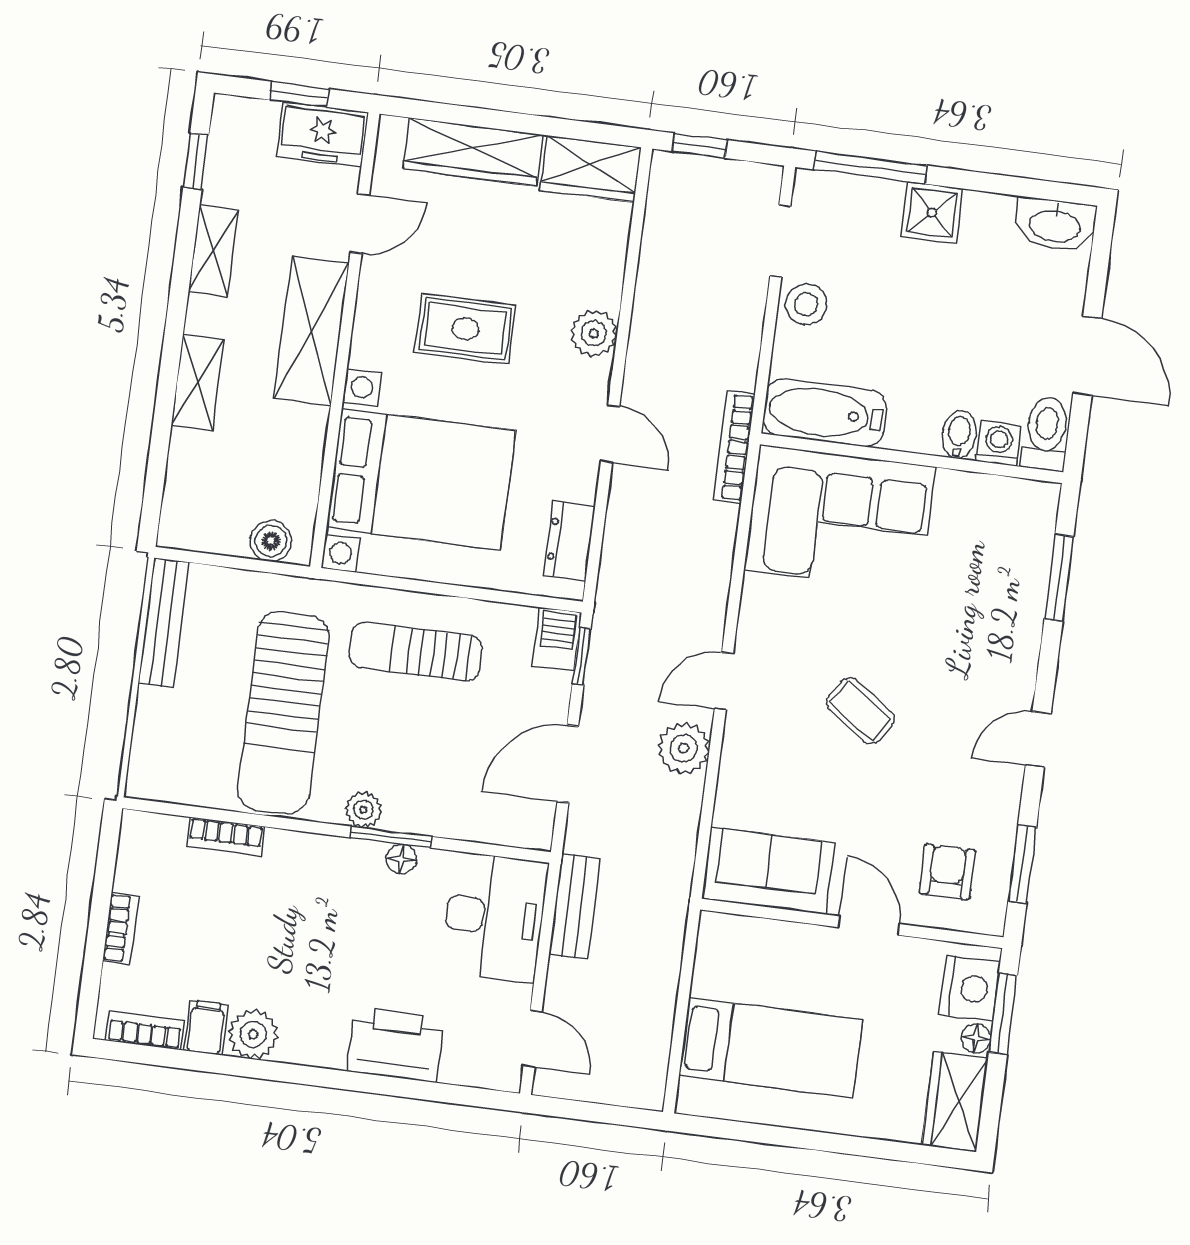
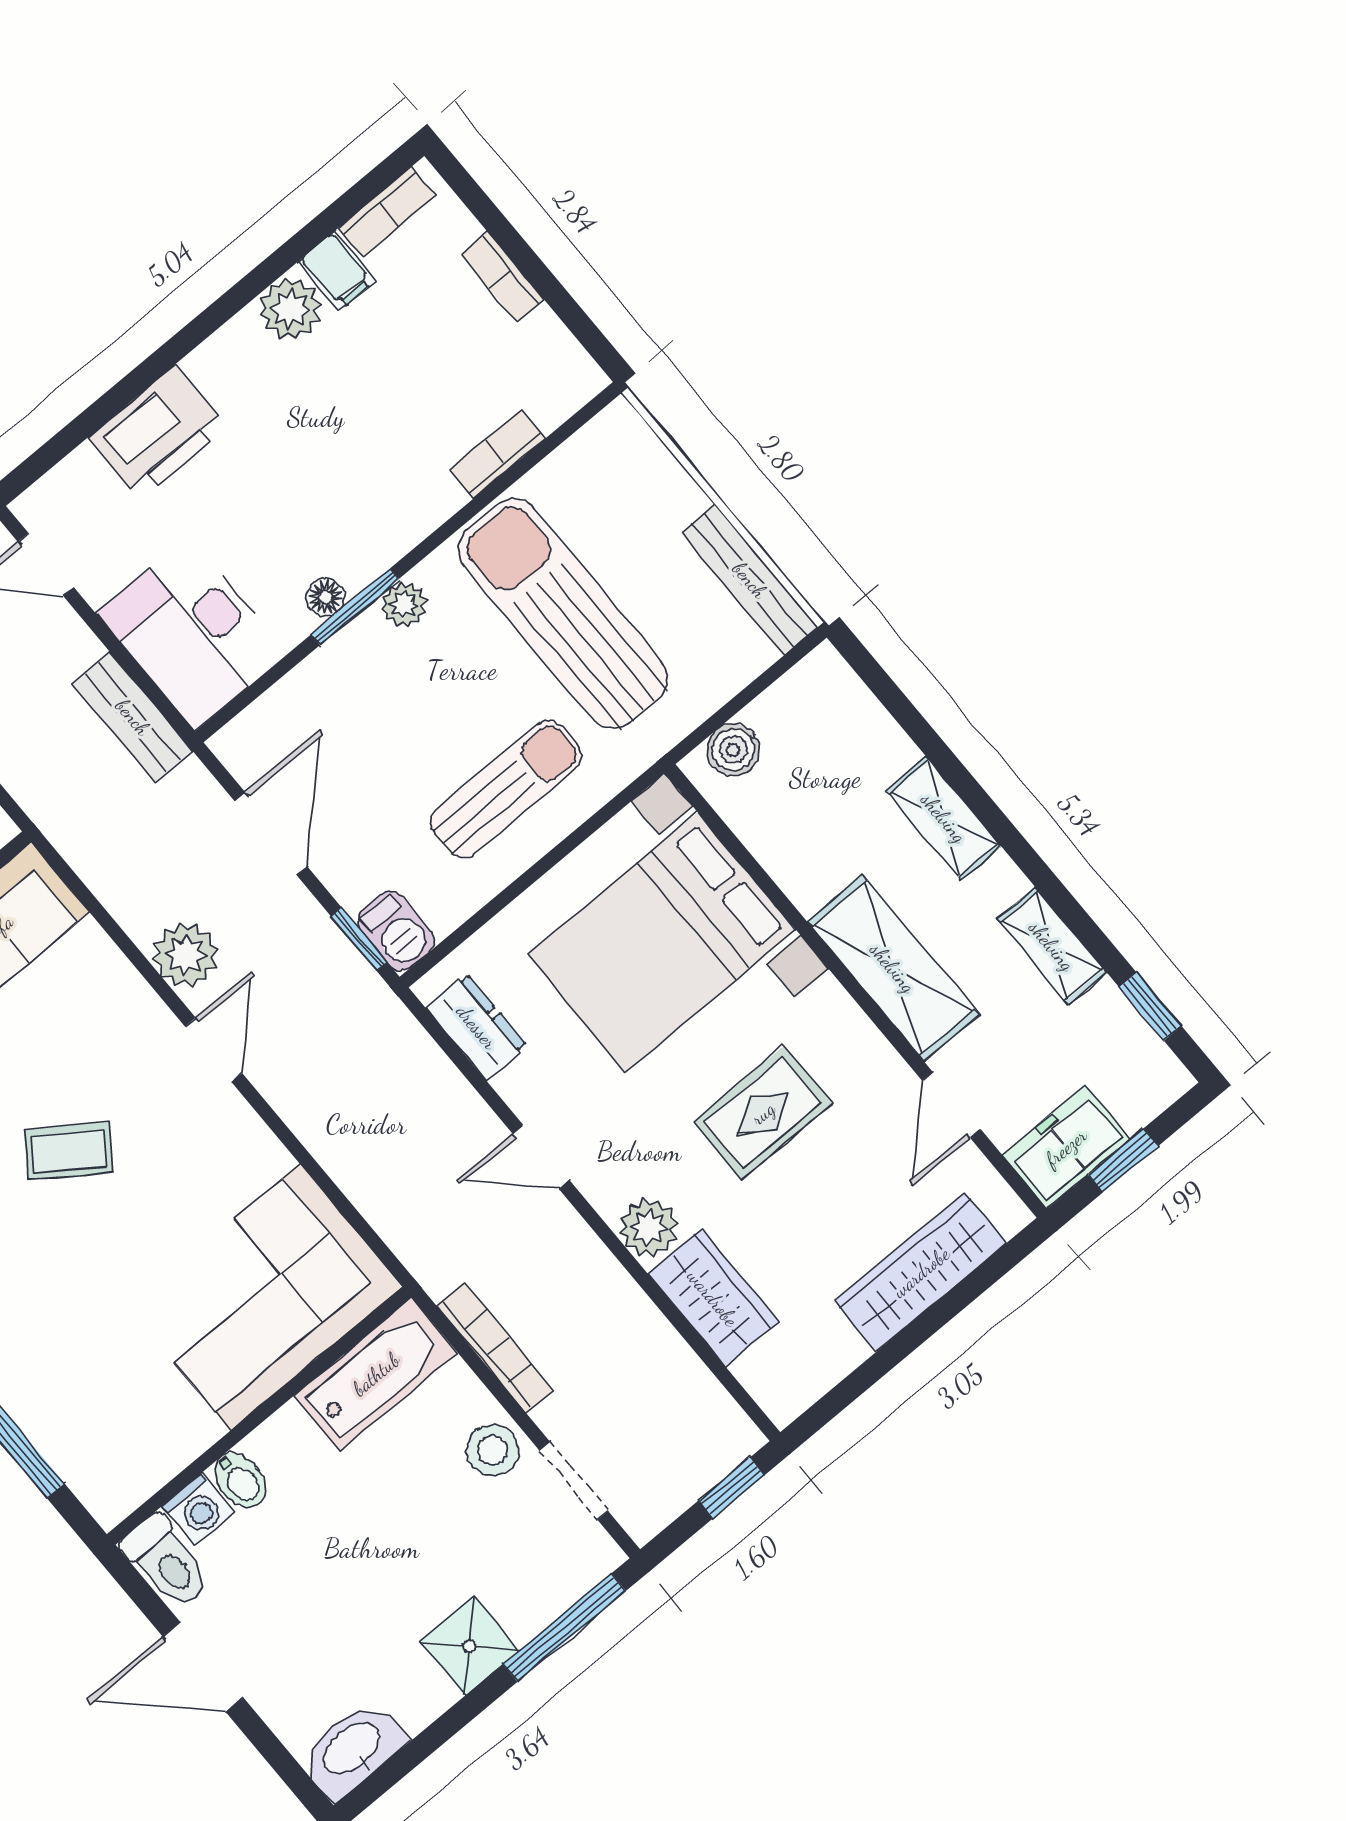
wardrobe: (590, 169) -> (713, 1298), moved, turned 90
bookcase: (734, 447) -> (495, 1348), moved

